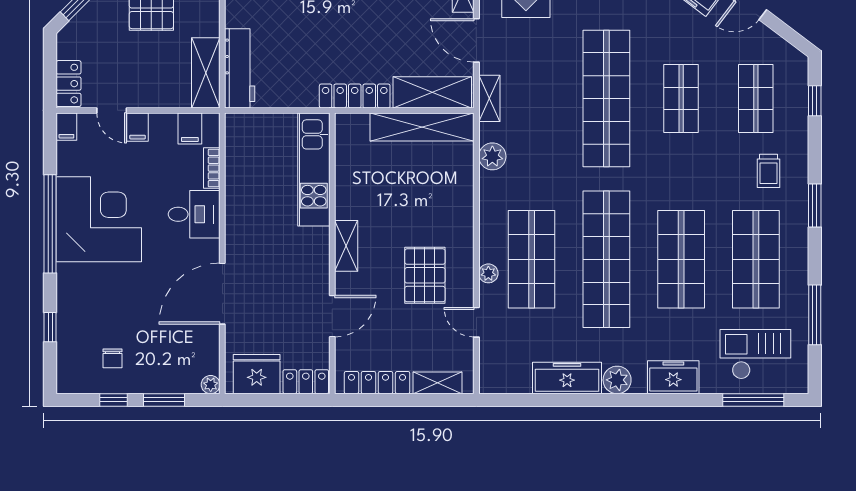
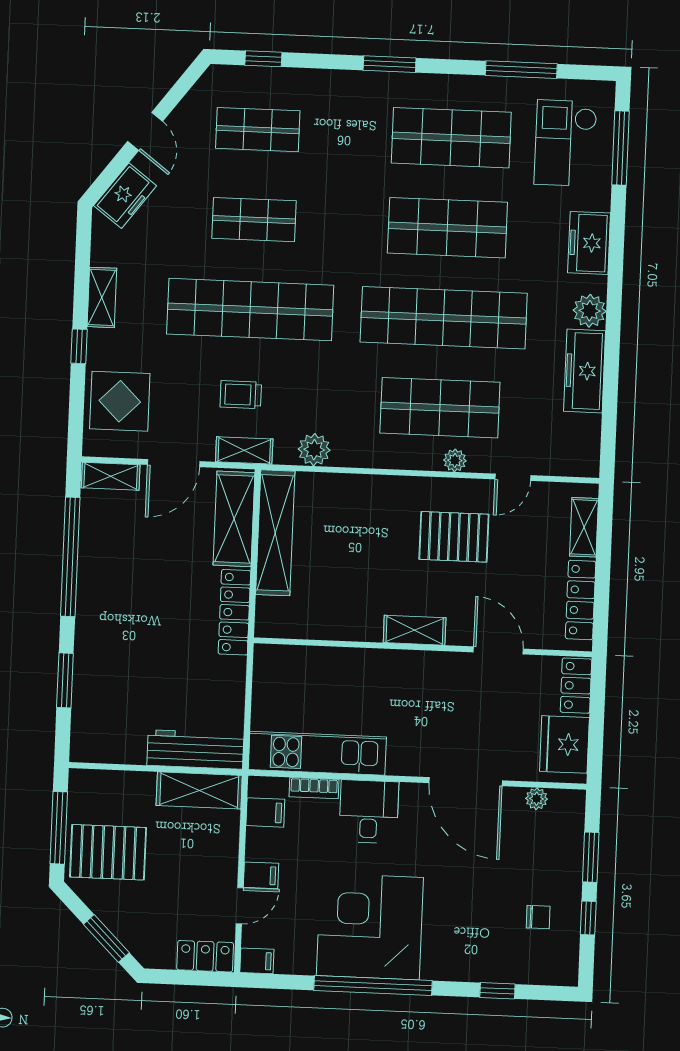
kitchen unit: (314, 170) -> (317, 753), moved, turned 180
trolley: (769, 171) -> (241, 395), moved, turned 180
plant: (211, 385) -> (537, 799), moved

